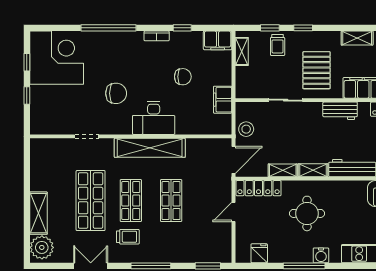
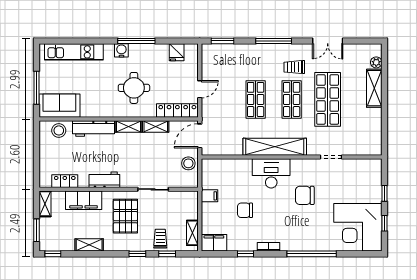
filing cabinet: (223, 100) -> (209, 196), width x0.50
plant: (42, 247) -> (376, 62), width x0.53, depth x0.53

